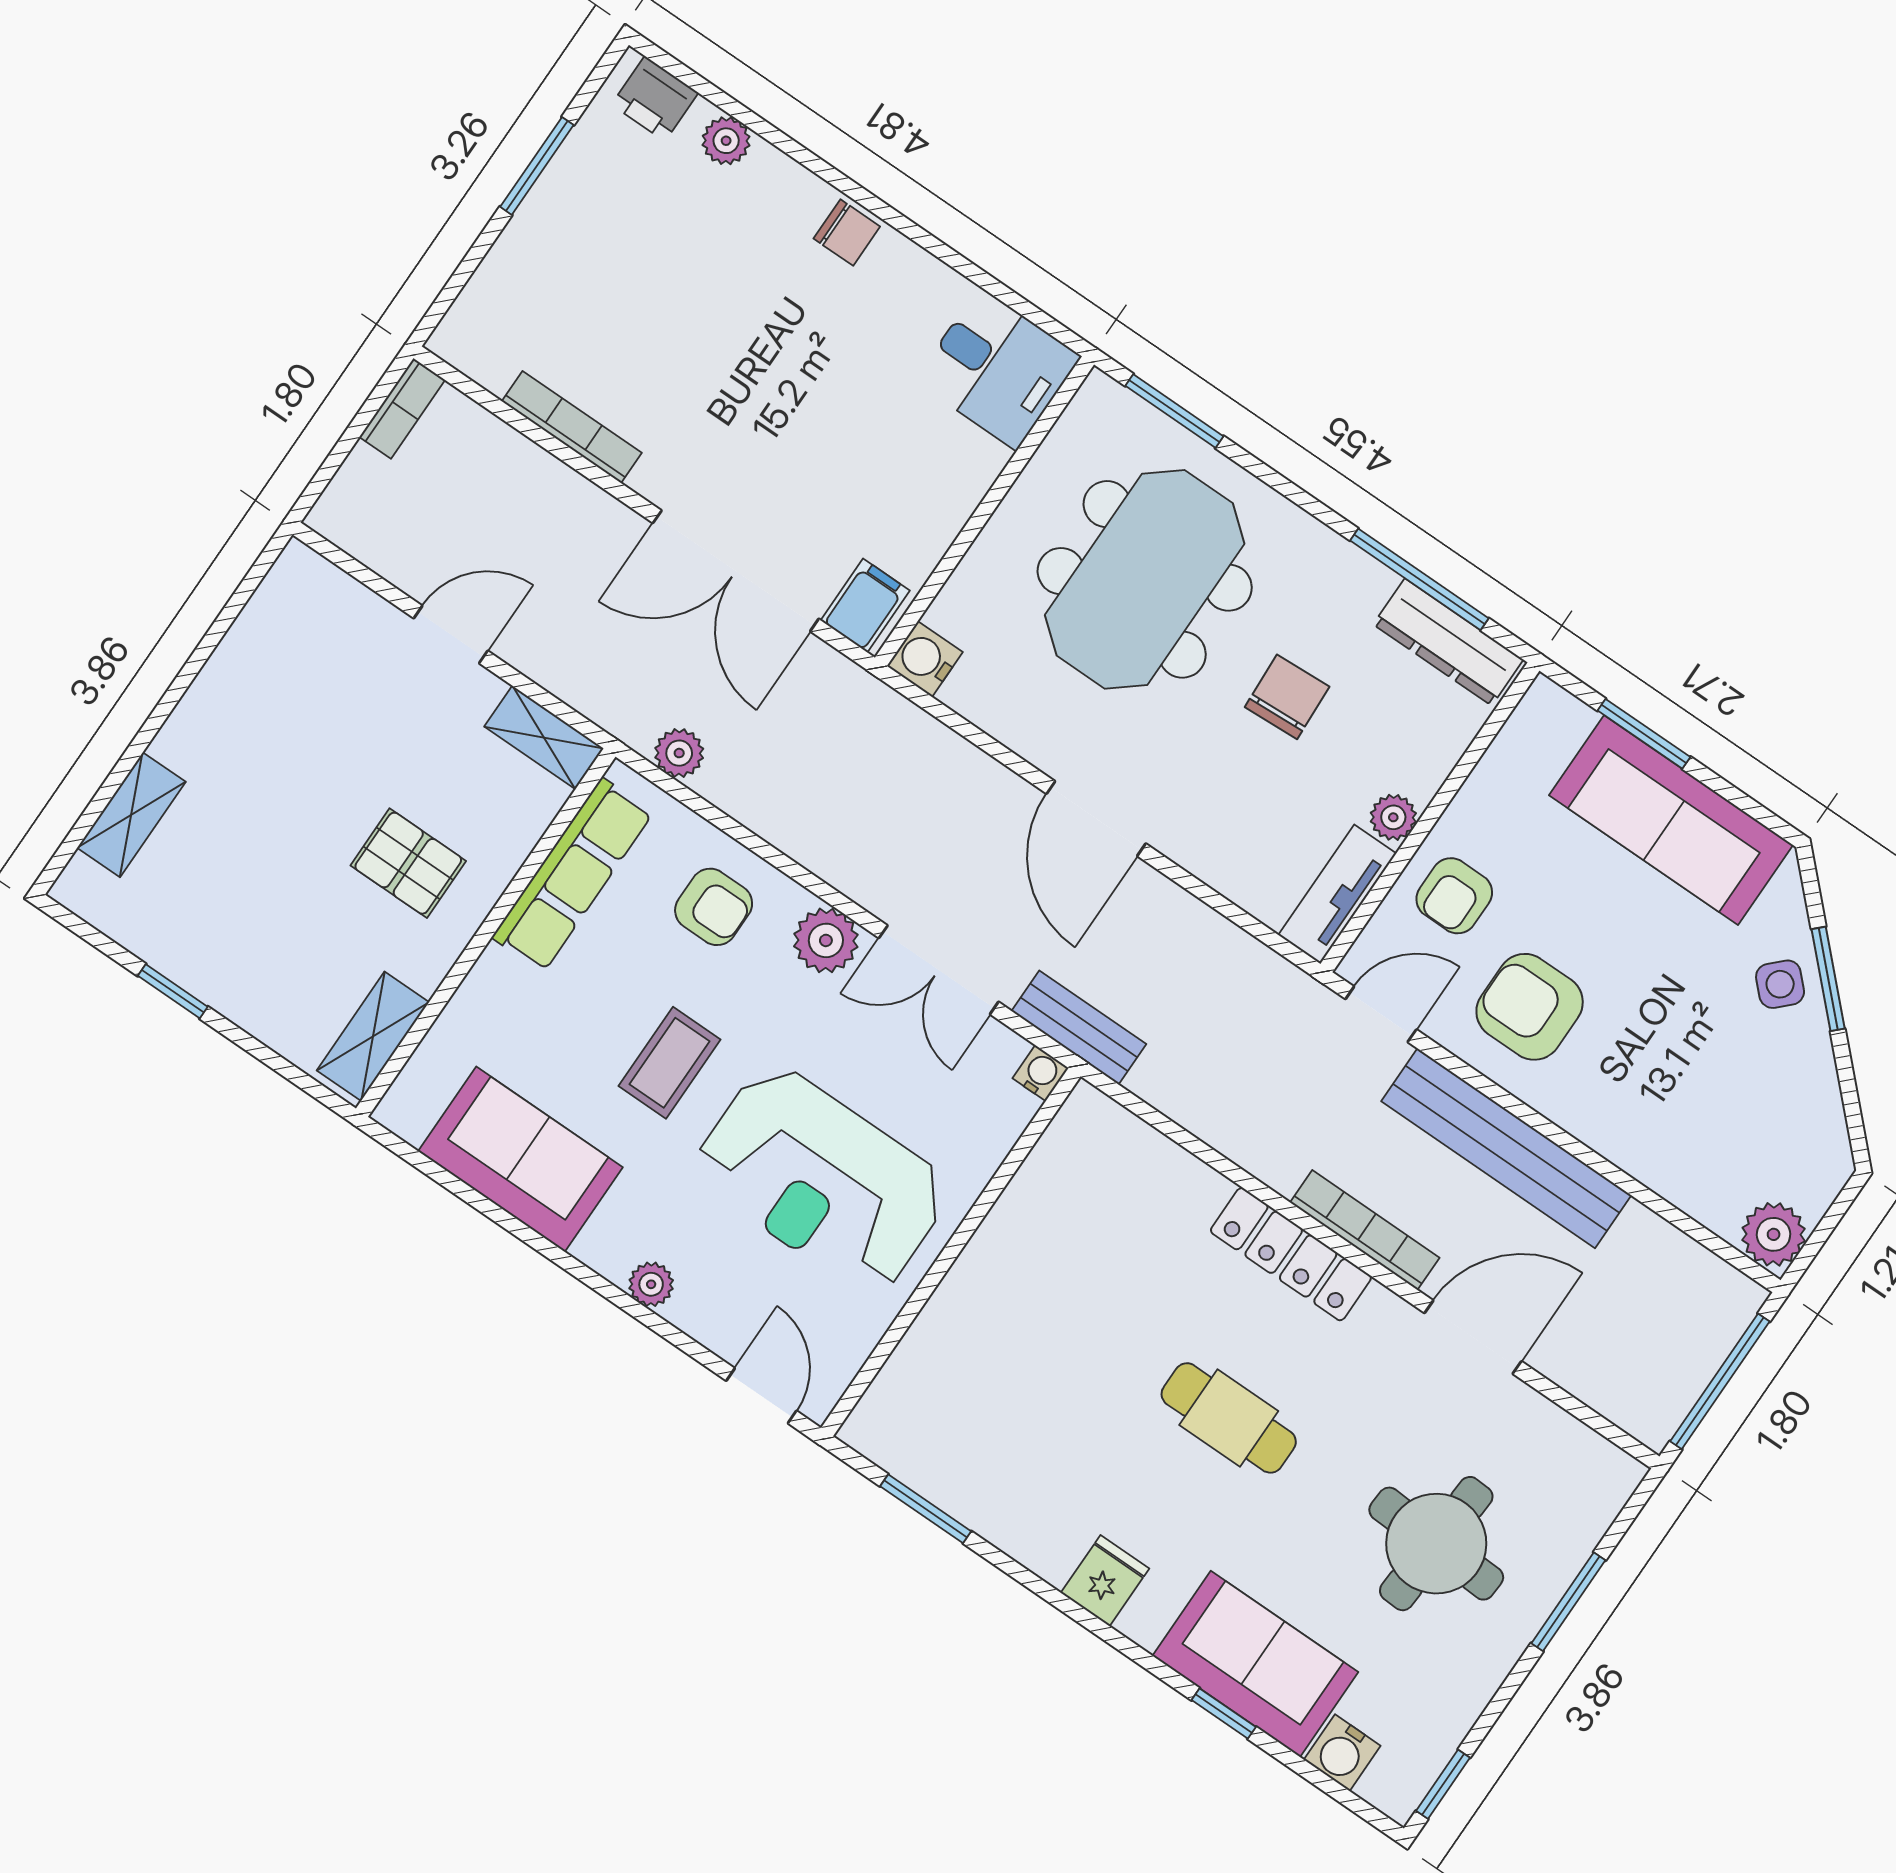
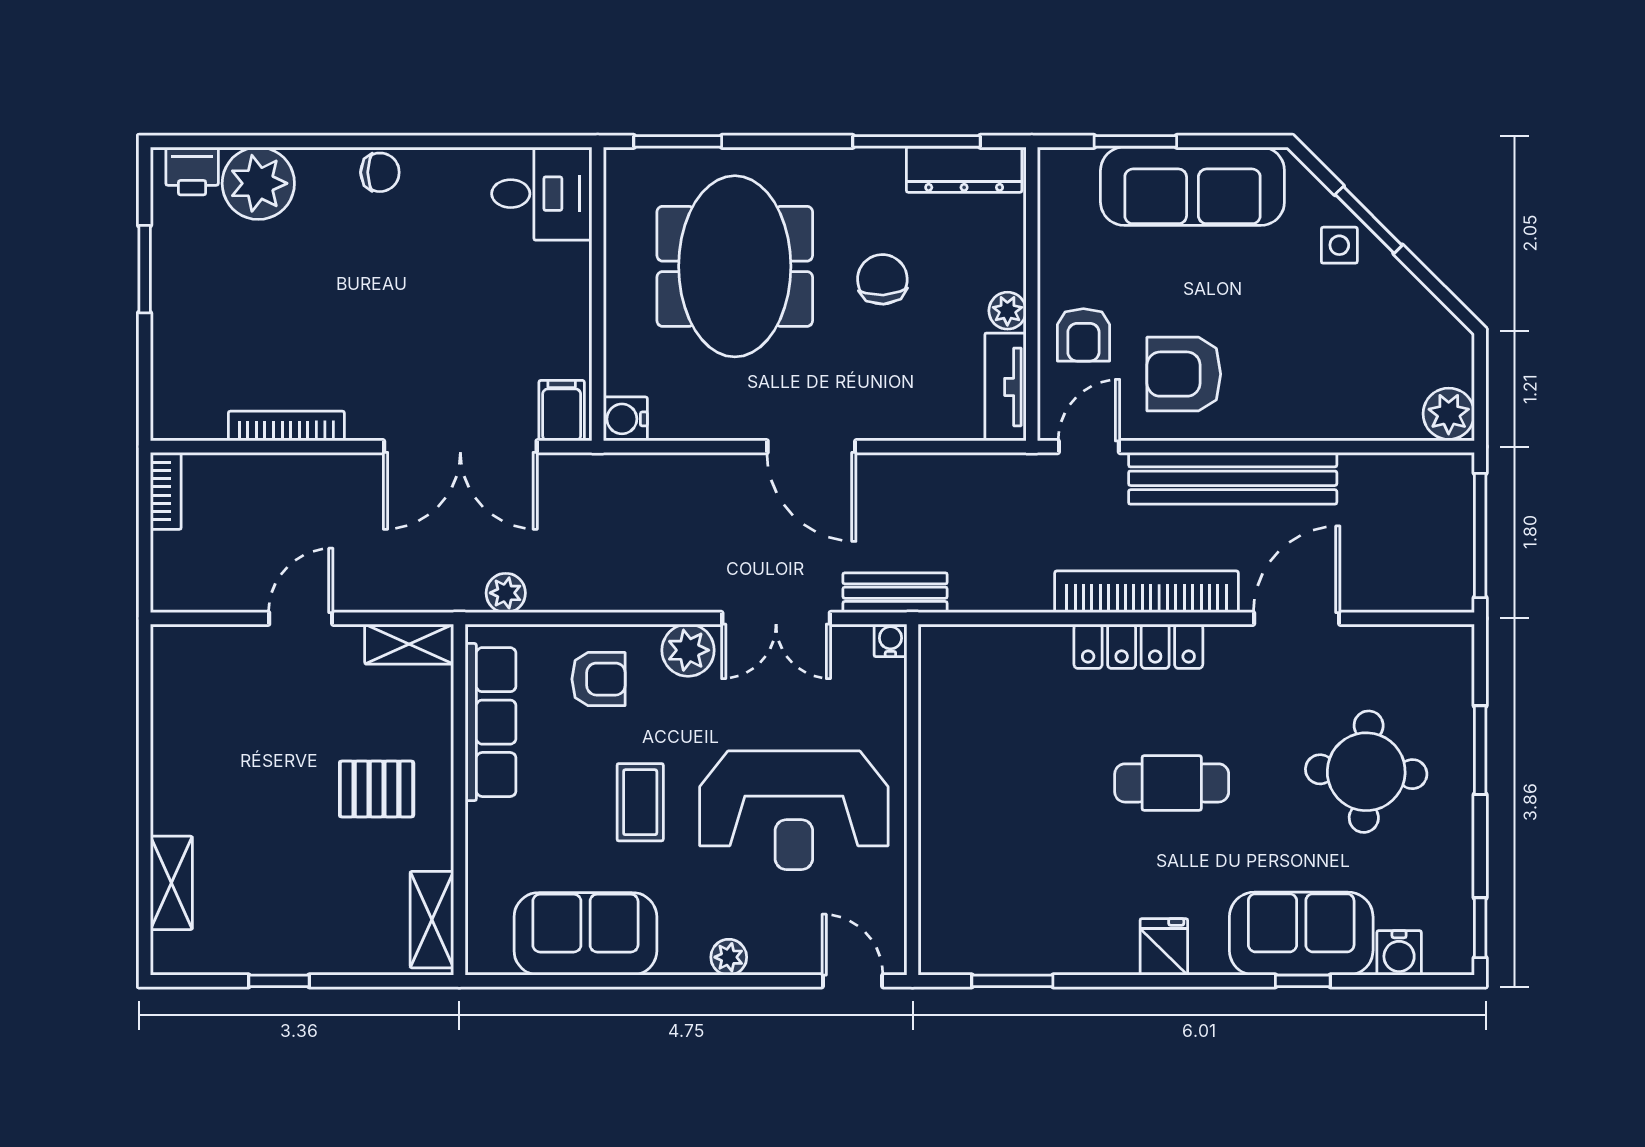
plant: (726, 141) -> (258, 183), width x1.88, depth x1.88
side table: (1780, 984) -> (1339, 245), turned 45
bookcase: (1365, 1230) -> (1147, 592), width x1.48, depth x1.31

